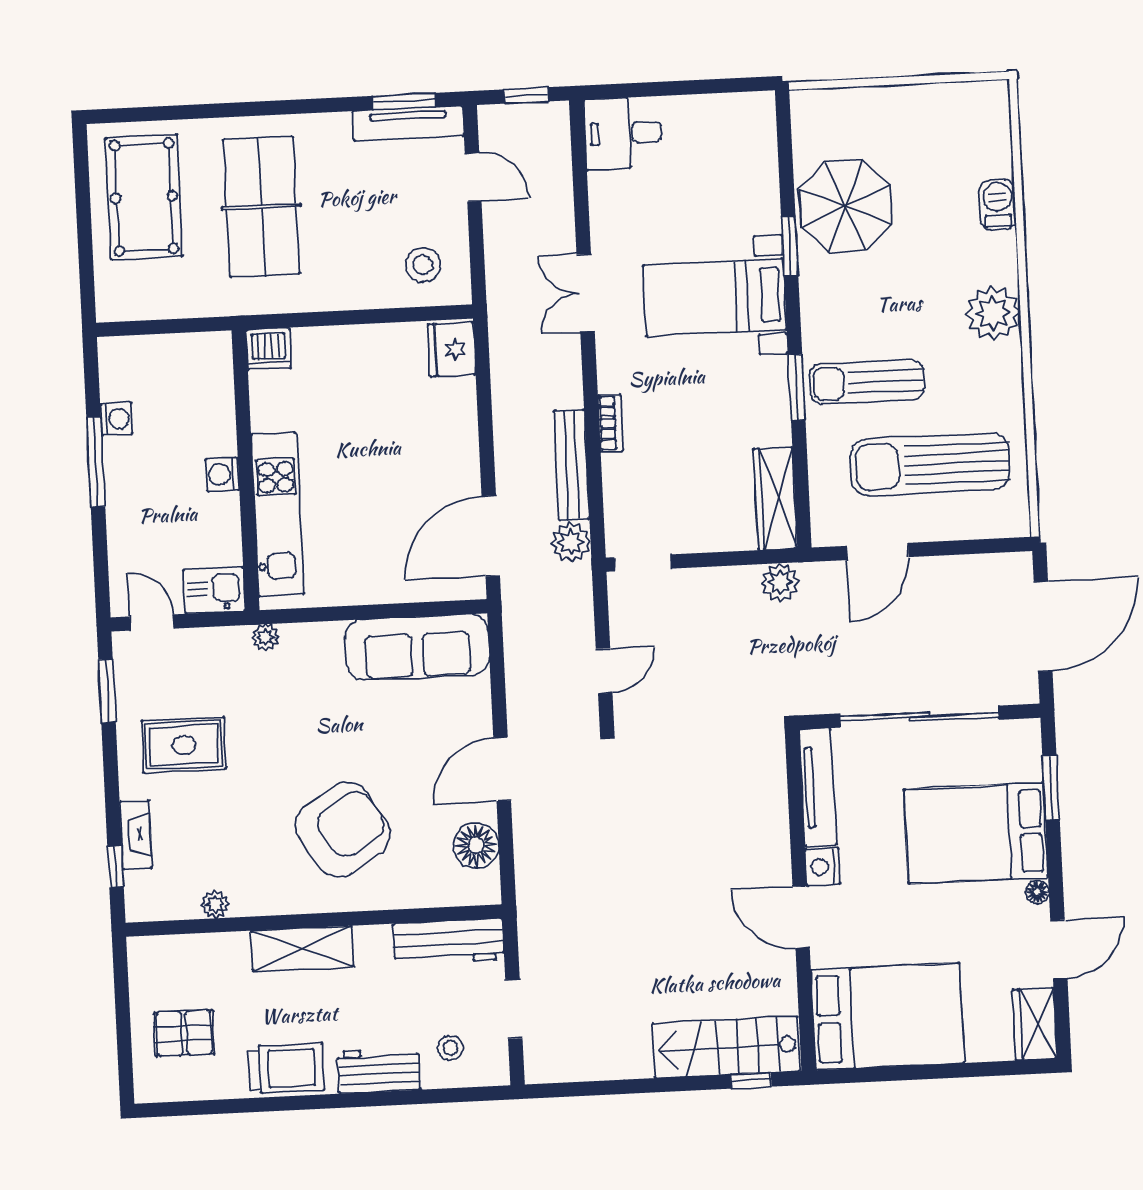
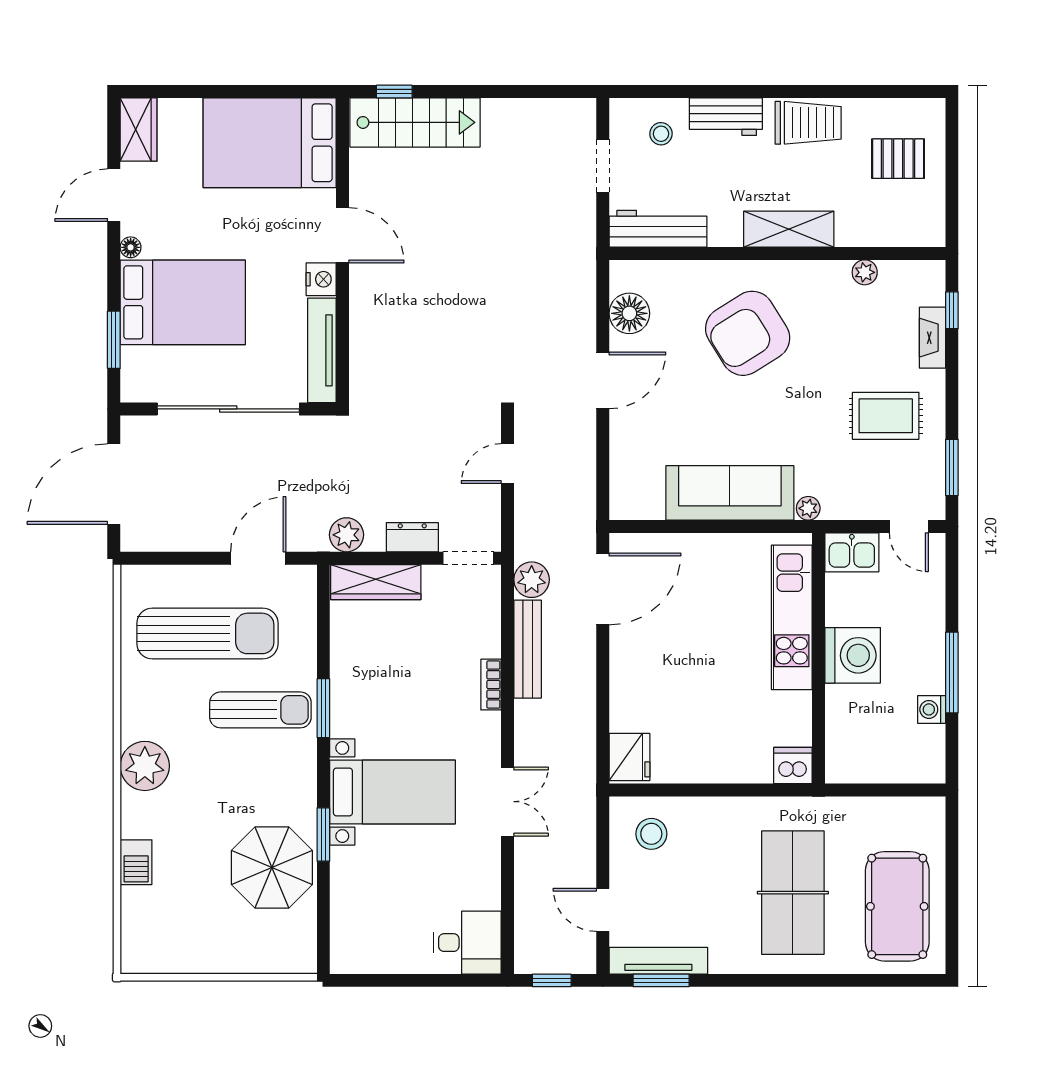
washing machine: (222, 475) -> (853, 655), width x1.89, depth x1.89
wardrobe: (775, 499) -> (376, 582), moved, turned 90
dresser: (707, 583) -> (412, 537), added
sofa: (417, 647) -> (730, 493), moved
trolley: (286, 1068) -> (808, 123), turned 180

